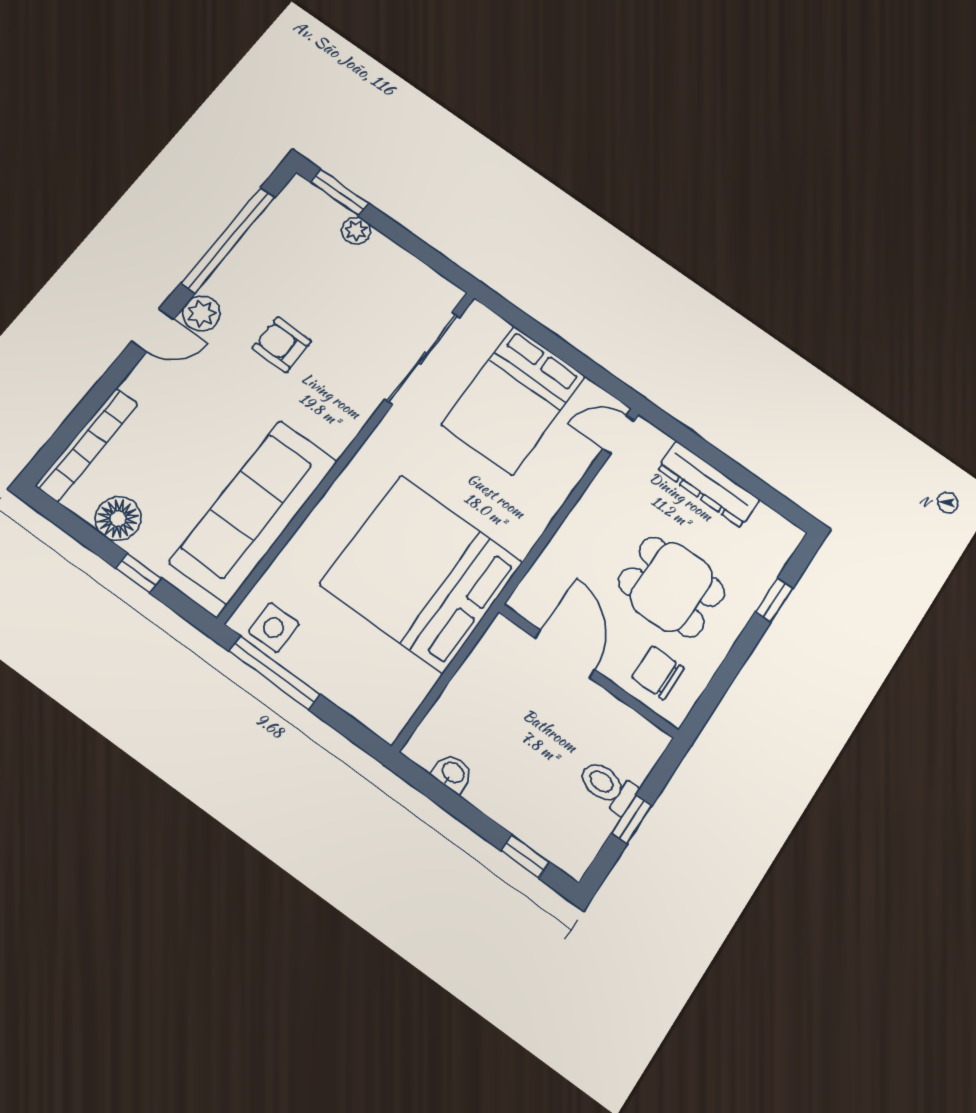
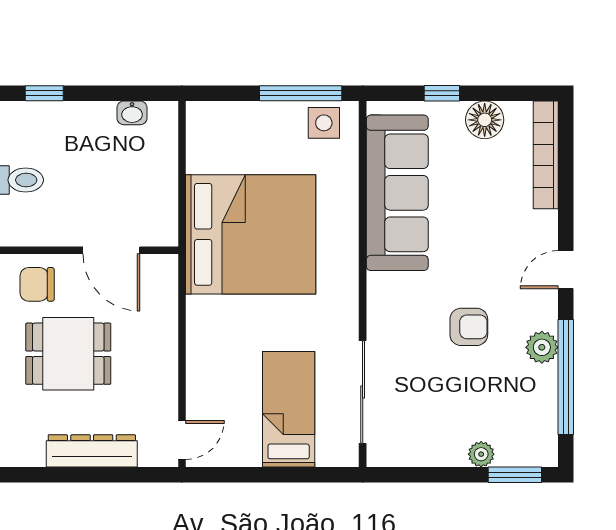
plant: (201, 313) -> (542, 347), moved
bed: (513, 400) -> (289, 409), width x0.67
chair: (658, 673) -> (37, 284), turned 180

